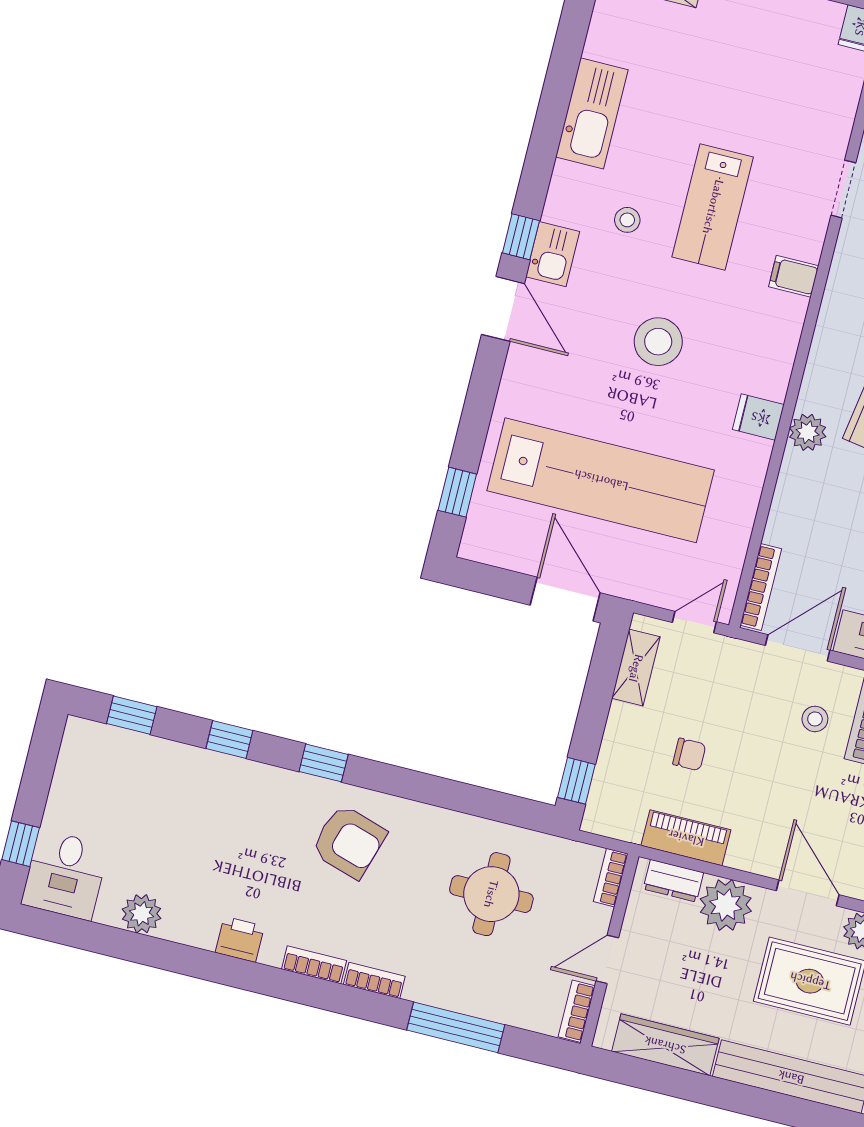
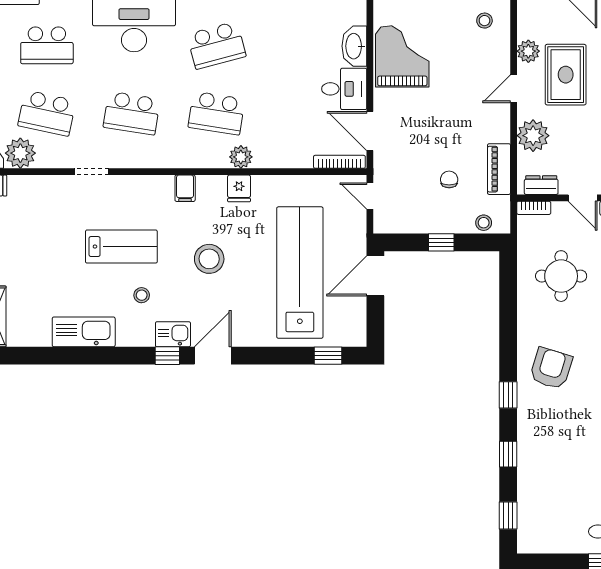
filing cabinet: (794, 276) -> (185, 188), moved
shelving: (636, 668) -> (406, 224), removed
stool: (815, 719) -> (484, 223), moved
window: (576, 781) -> (441, 242), moved
dresser: (673, 881) -> (541, 185), moved, turned -90
door: (808, 893) -> (514, 89), width x0.73

